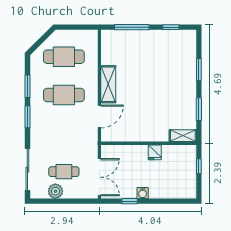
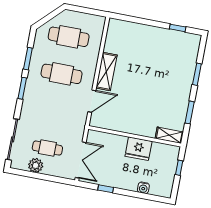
window: (132, 27) -> (140, 21), removed
fridge: (155, 152) -> (138, 149), width x1.88, depth x1.34
water cooler: (143, 193) -> (143, 188), moved

